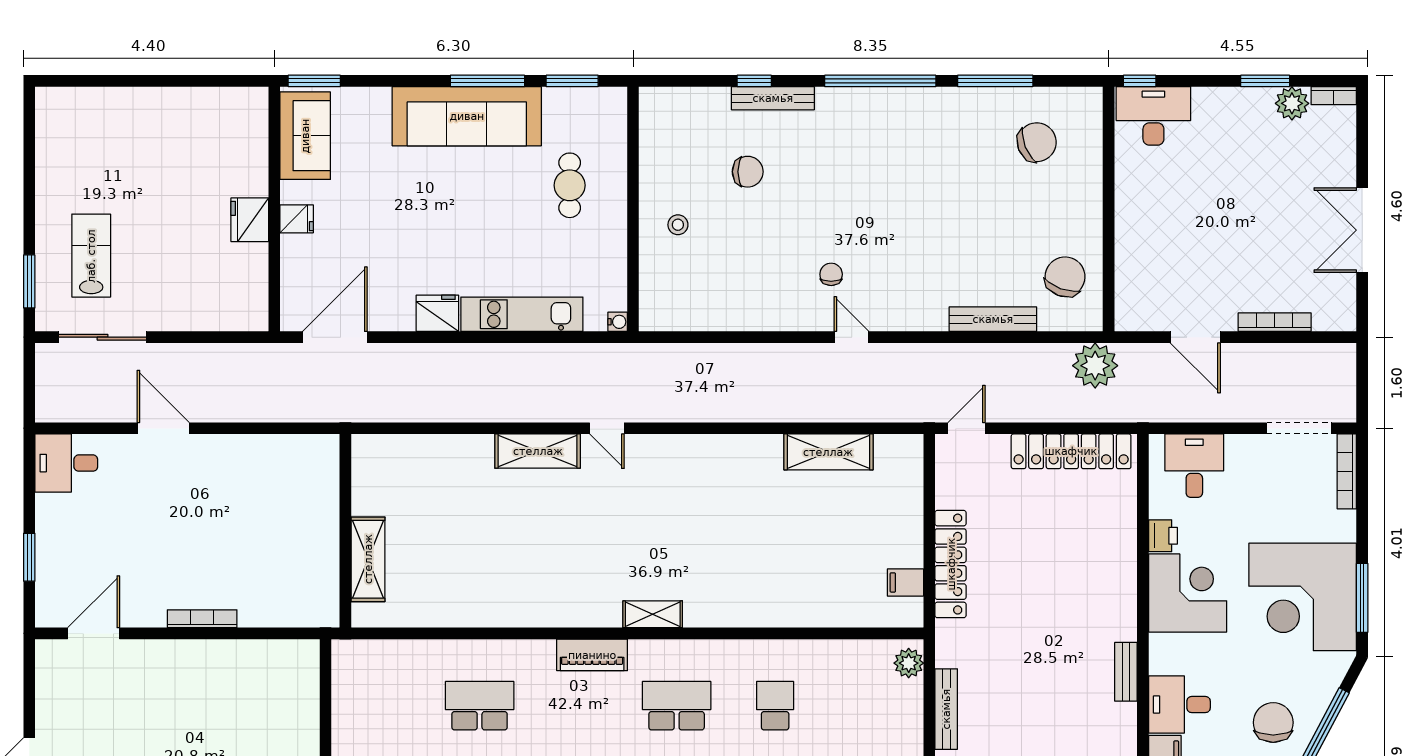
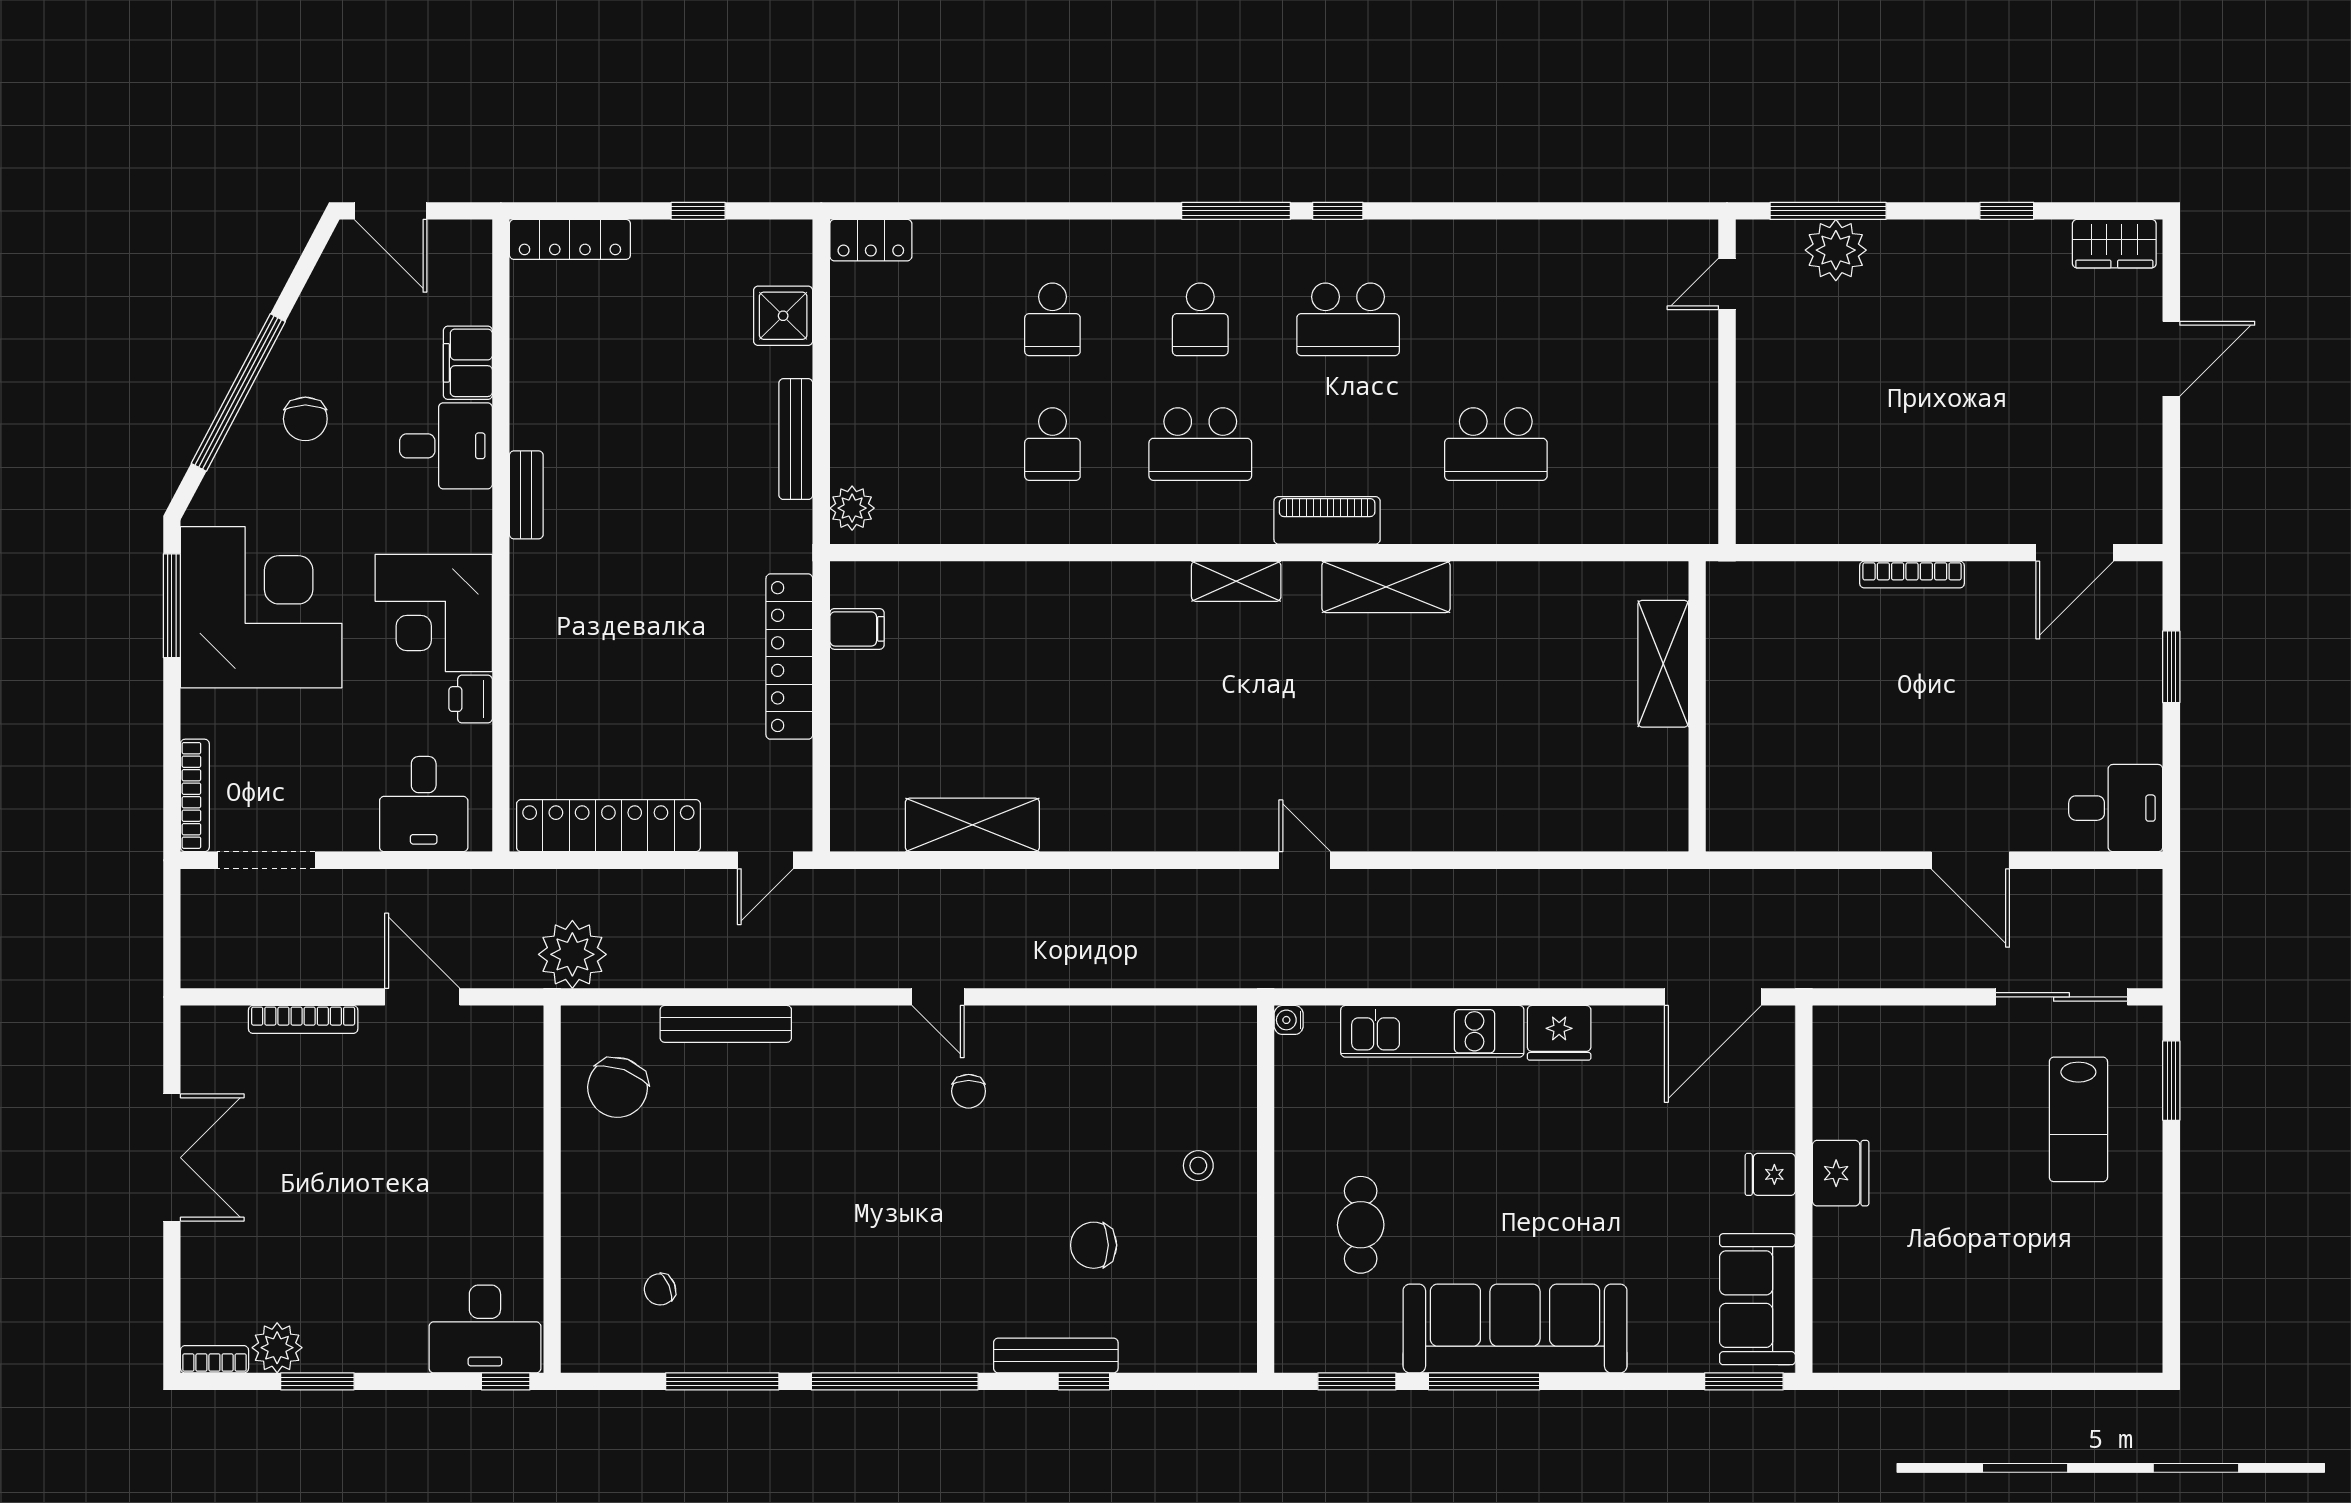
chair: (1037, 142) -> (660, 1289), width x0.54, depth x0.54
shelving: (538, 451) -> (1386, 587), moved
chair: (1273, 723) -> (305, 419), width x0.73, depth x0.73

